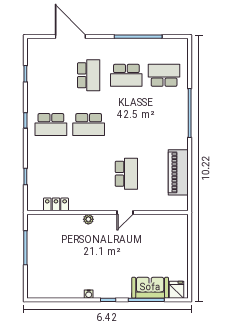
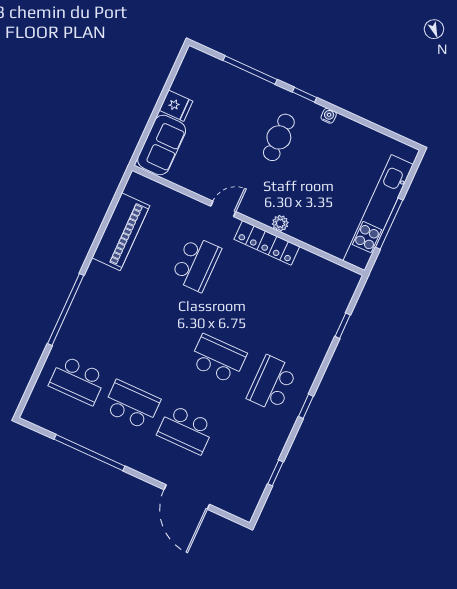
school desk: (89, 75) -> (186, 429), turned -90
school desk: (51, 125) -> (272, 384), turned -90
school desk: (126, 174) -> (196, 264), turned 180
locker: (56, 204) -> (267, 243), moved, width x1.53
kitchen unit: (35, 251) -> (378, 213), added
cafe table: (112, 269) -> (279, 137), added
sofa: (150, 288) -> (162, 145), moved, turned -90
fridge: (177, 290) -> (176, 106), moved, turned -90

